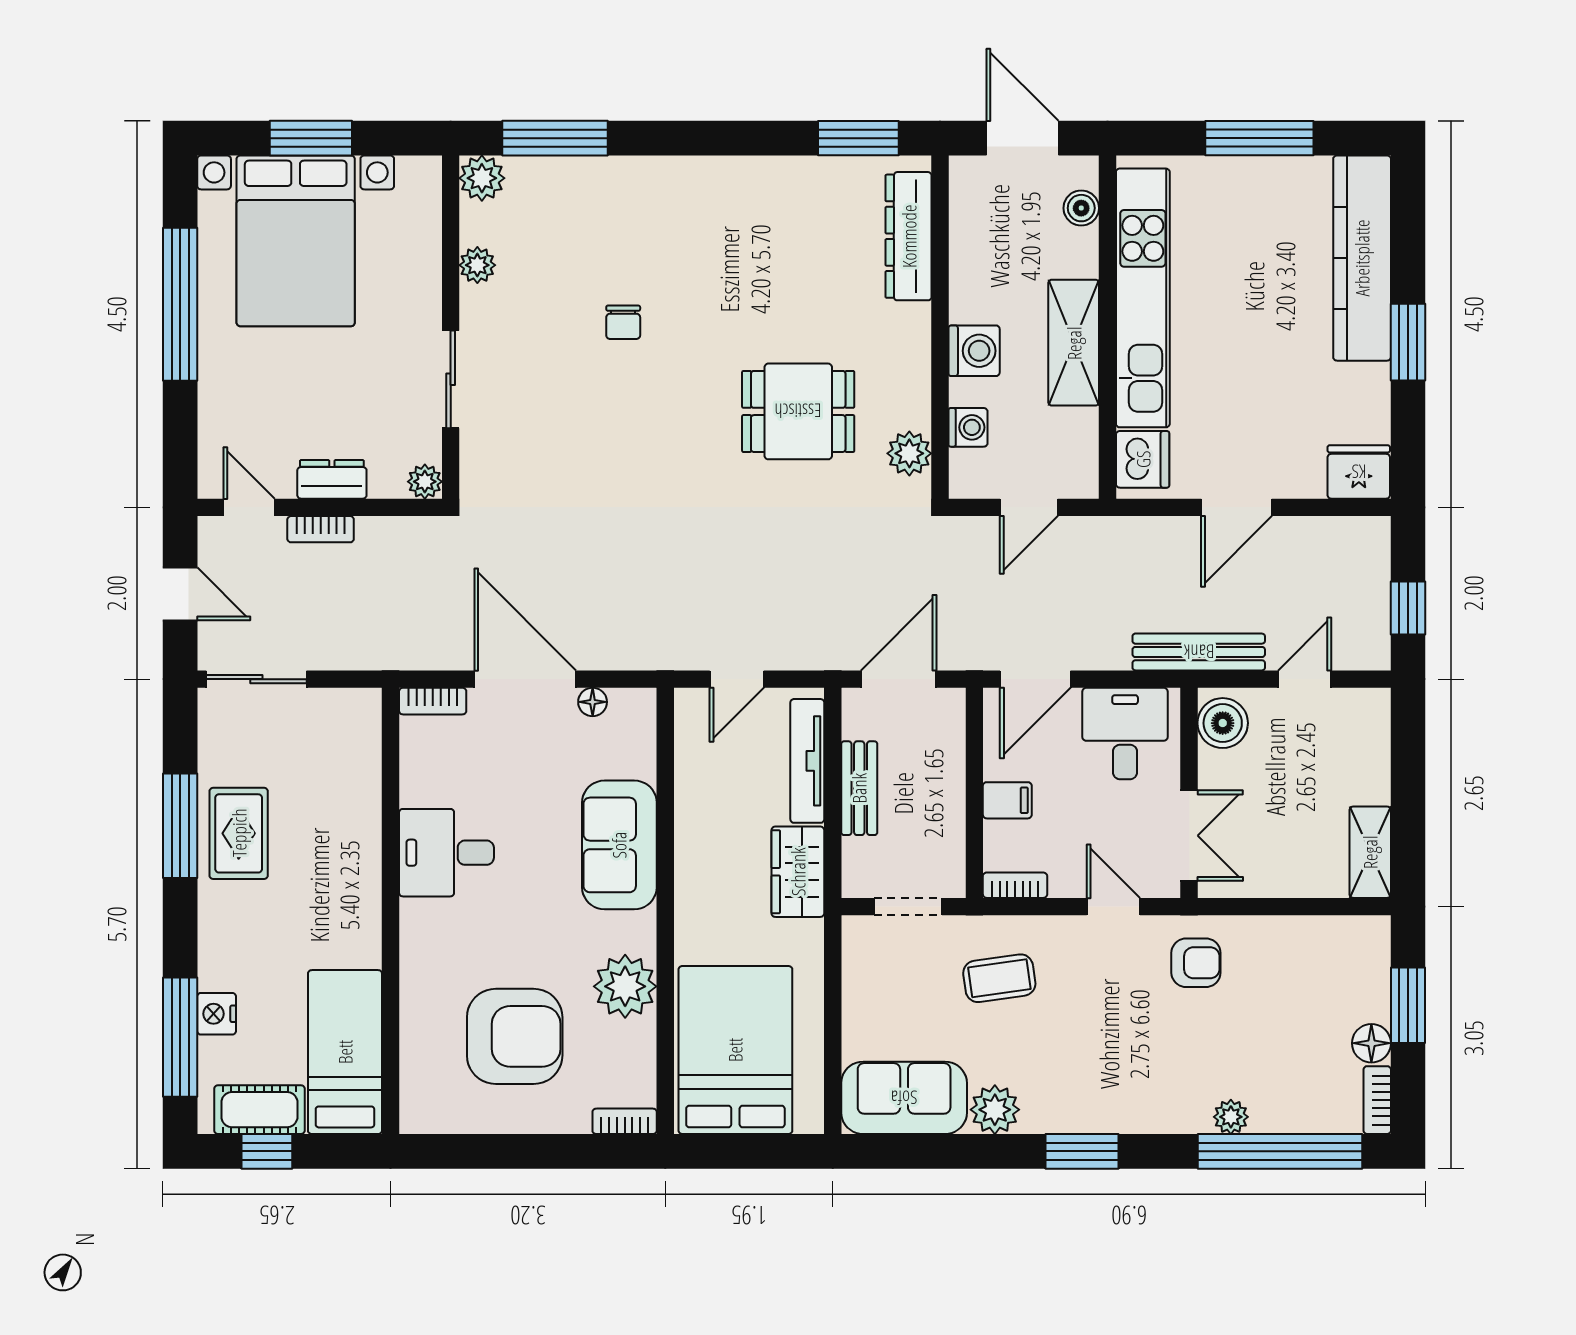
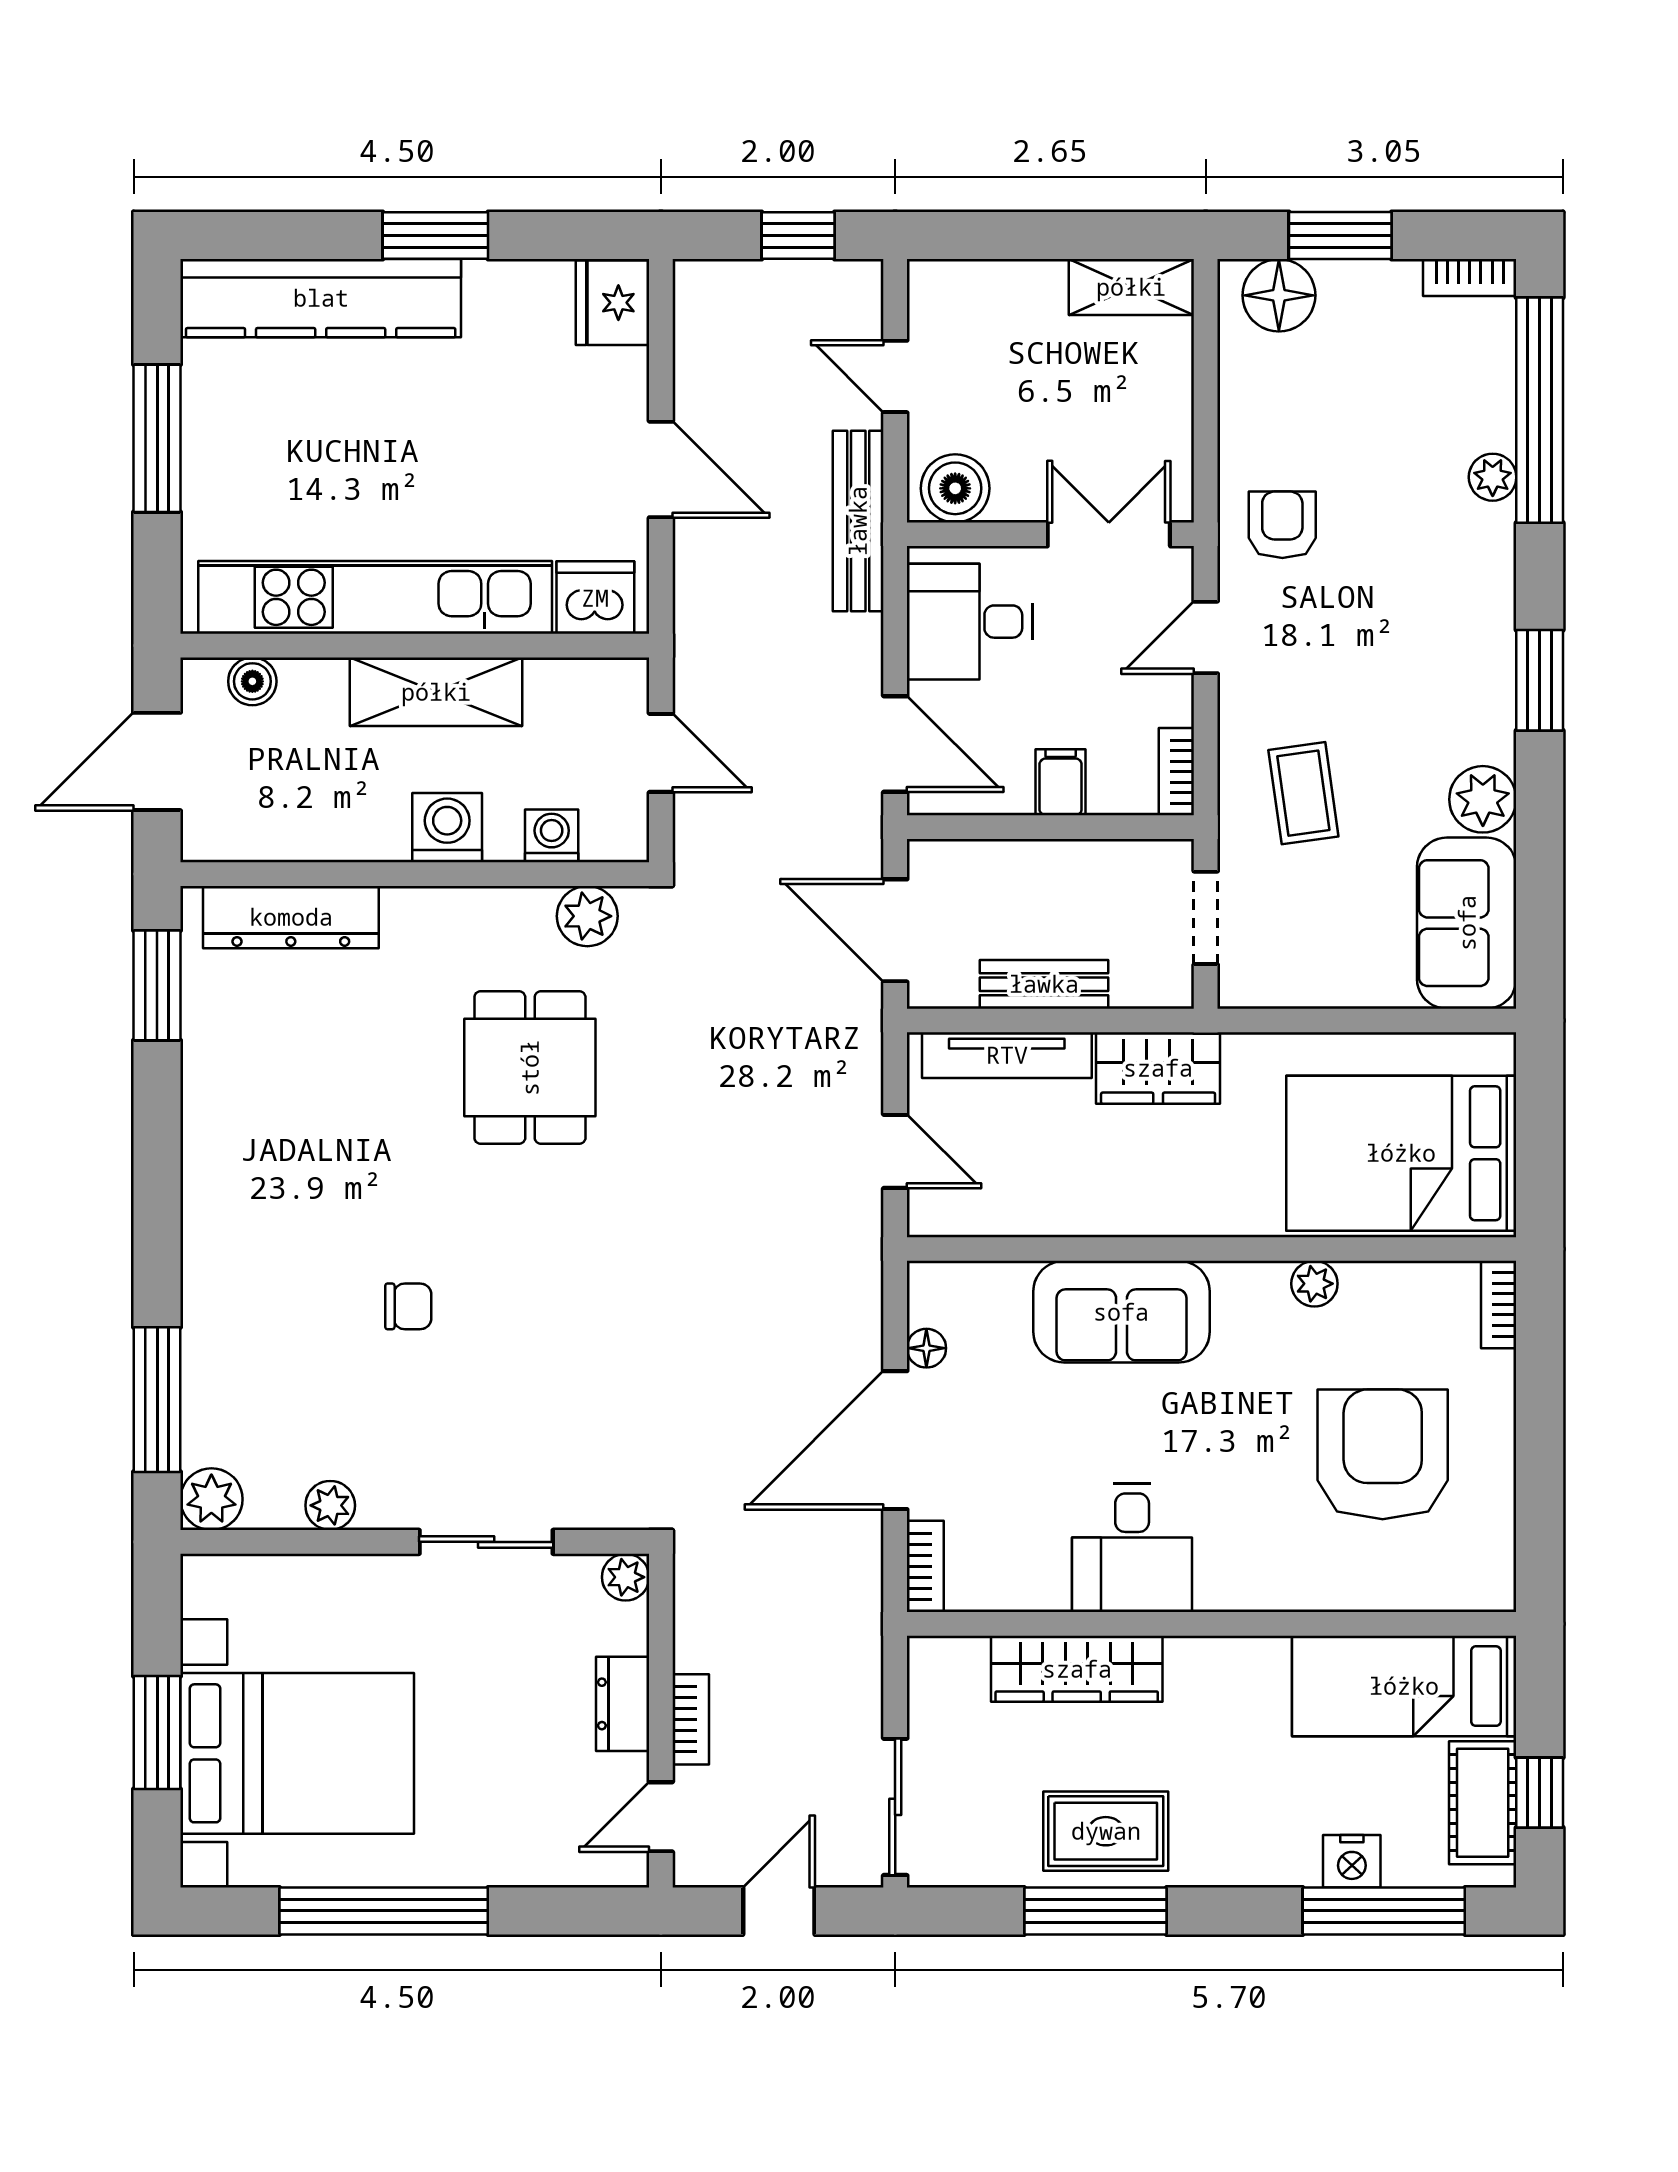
wardrobe: (358, 812) -> (1077, 1669), added
plant: (625, 986) -> (1314, 1284), width x0.53, depth x0.53
floor lamp: (1371, 1043) -> (1279, 295), moved, width x1.38, depth x1.38

